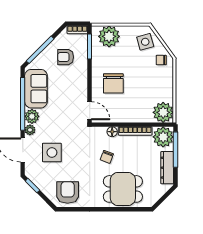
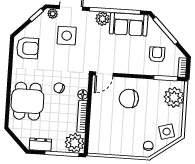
plant: (163, 112) -> (98, 144), removed
plant: (30, 130) -> (53, 14), moved
dresser: (167, 168) -> (40, 144), width x0.70

